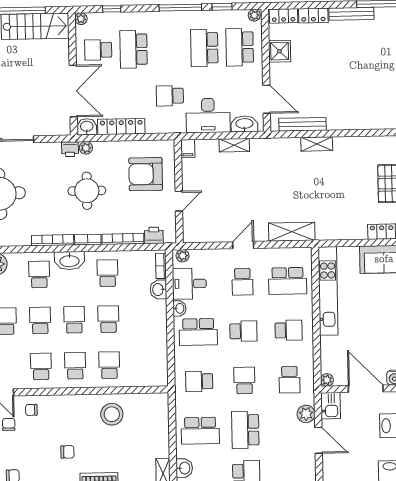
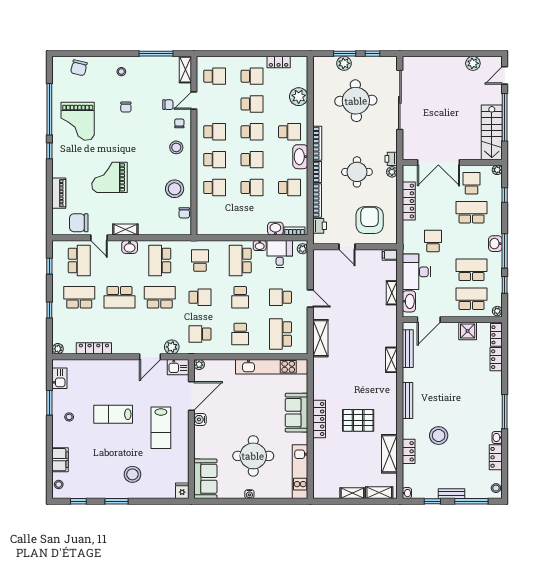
bench: (351, 14) -> (407, 401), moved
washbasin: (87, 127) -> (495, 244), moved, turned 180
stool: (61, 413) -> (176, 147), added
chair: (67, 452) -> (184, 213), moved

